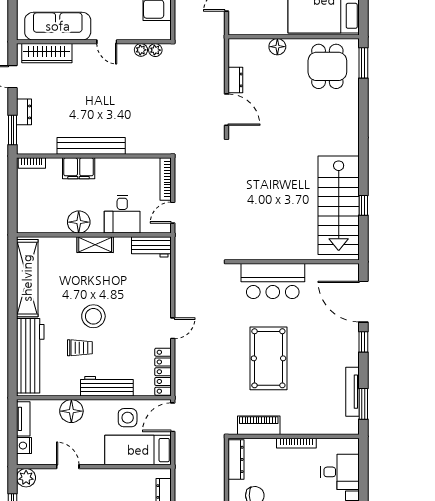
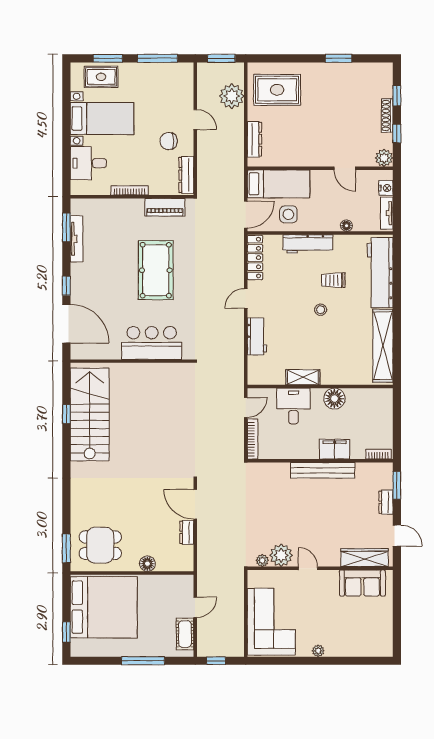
sofa: (58, 26) -> (362, 583), width x0.73
plant: (141, 50) -> (281, 555), width x1.88, depth x1.88
dining table: (327, 66) -> (100, 545), turned 90
shelving: (95, 245) -> (303, 377), moved
workbench: (151, 247) -> (257, 336), moved, turned 90
stool: (93, 316) -> (321, 310), width x0.53, depth x0.53
floor lamp: (71, 411) -> (346, 226), width x0.53, depth x0.53

